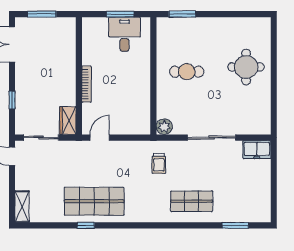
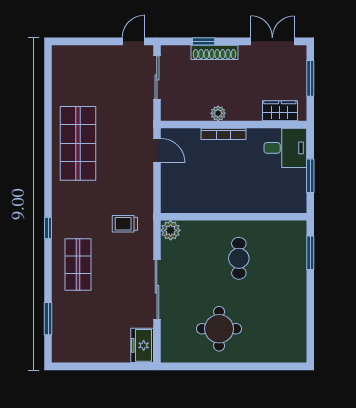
desk: (124, 34) -> (285, 148), moved
round table: (246, 67) -> (219, 329), moved
plant: (70, 88) -> (218, 113), added
shoe rack: (21, 91) -> (215, 52), added
wardrobe: (68, 121) -> (280, 111), moved
shelving: (22, 207) -> (71, 54), removed
window: (86, 225) -> (48, 228), moved

